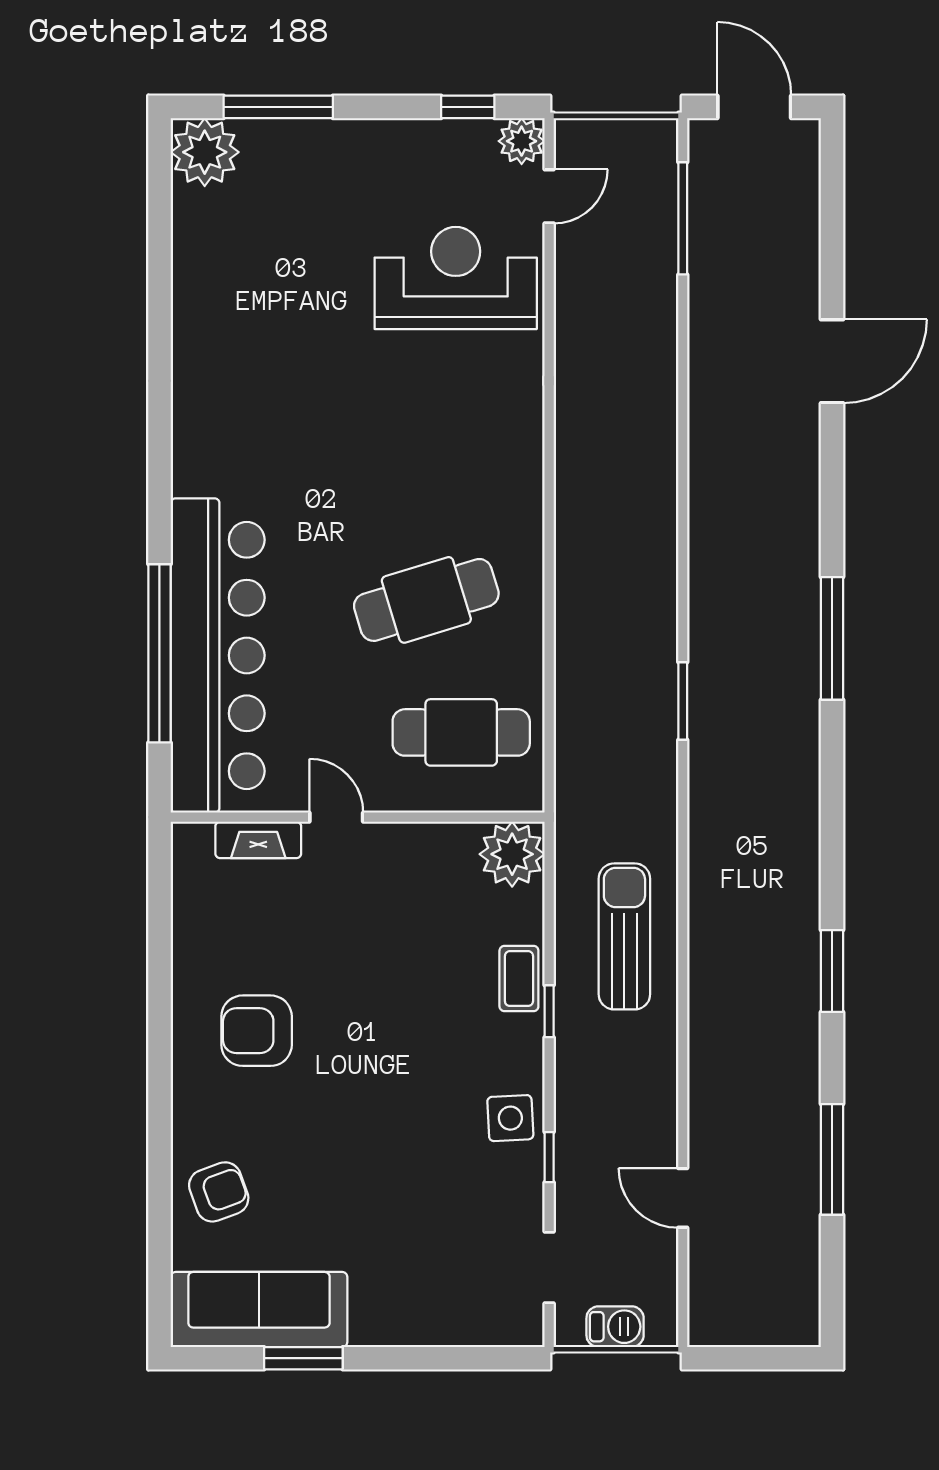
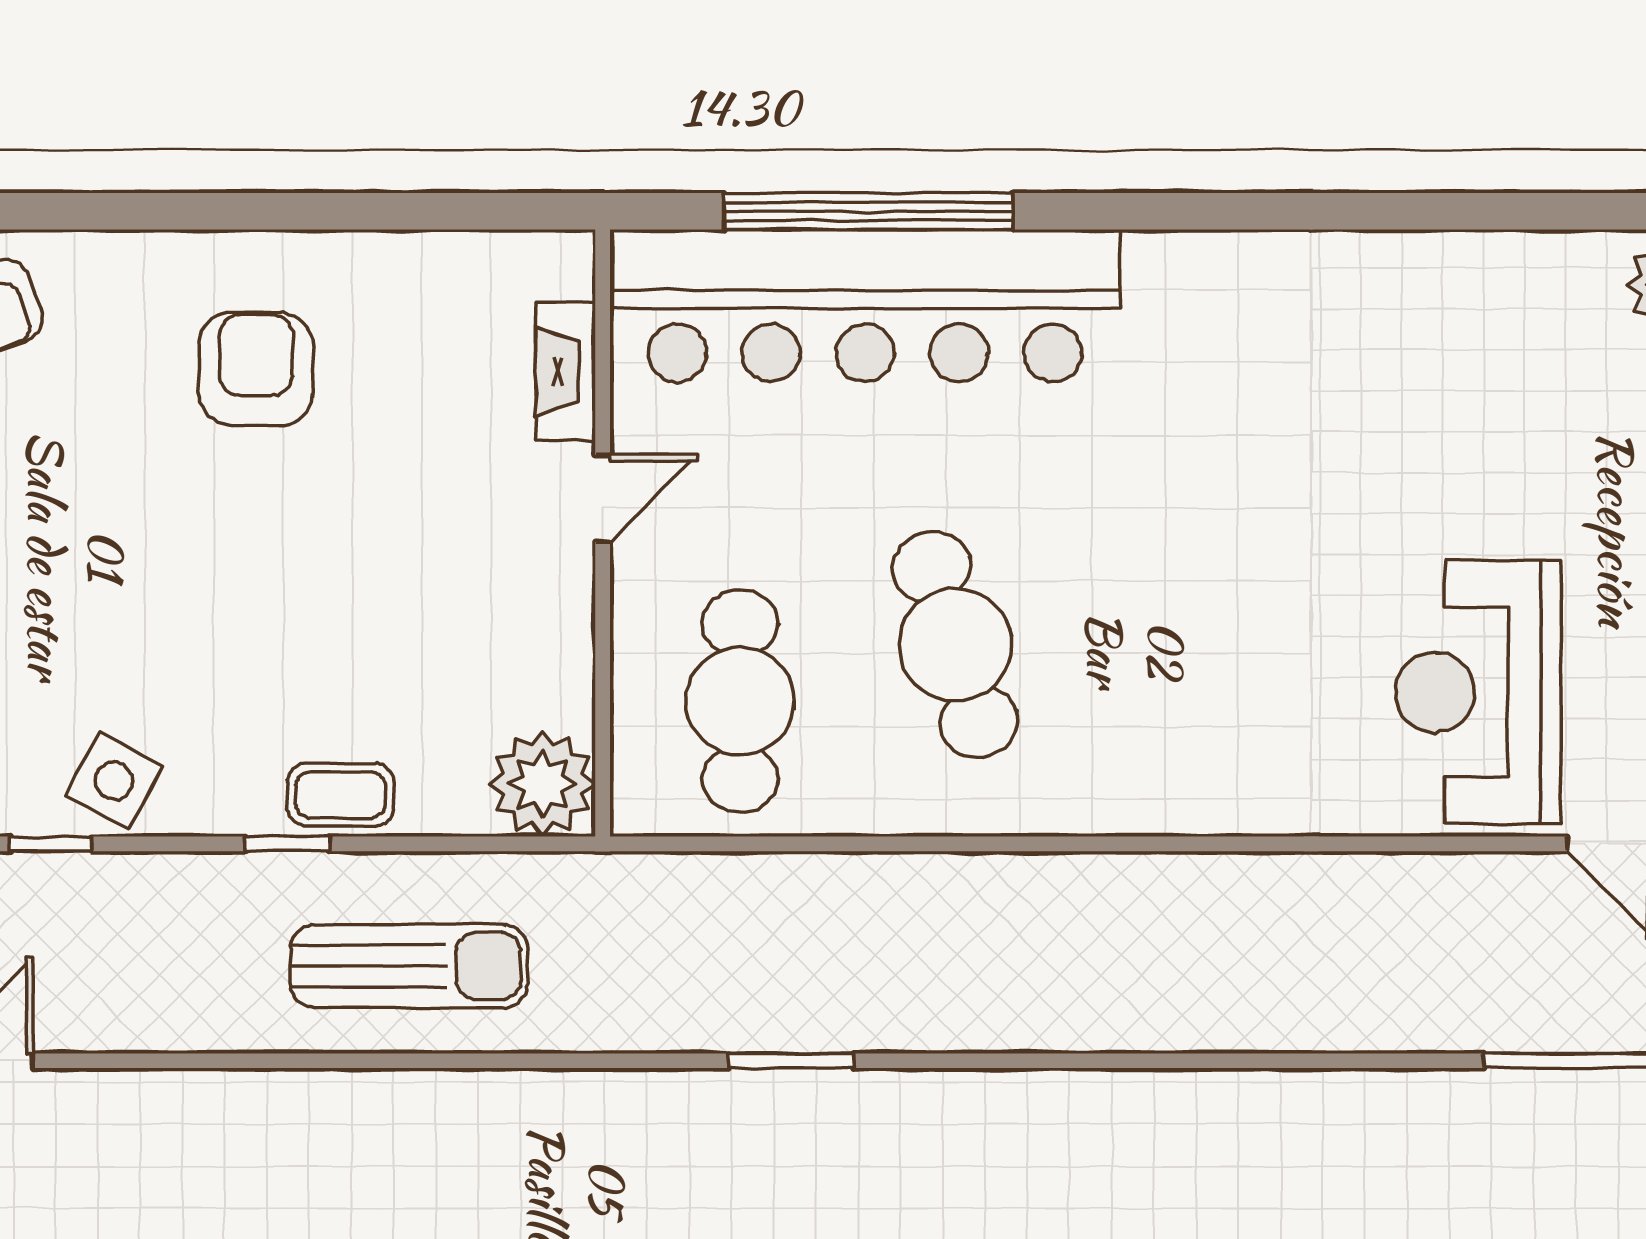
reception desk: (456, 278) -> (1478, 692), turned 180
side table: (510, 1118) -> (114, 781), turned 31

